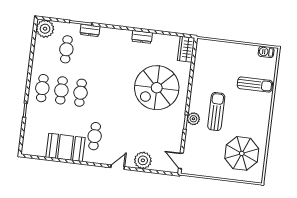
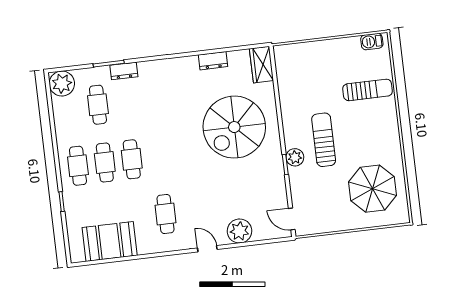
dresser: (142, 37) -> (213, 61), moved
booth: (65, 147) -> (110, 241), moved
door: (118, 167) -> (207, 249), hinge flipped

